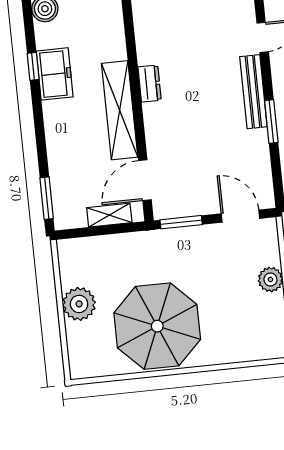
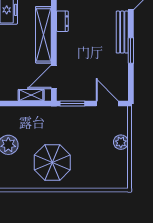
parasol: (157, 326) -> (52, 162), width x0.73, depth x0.73

